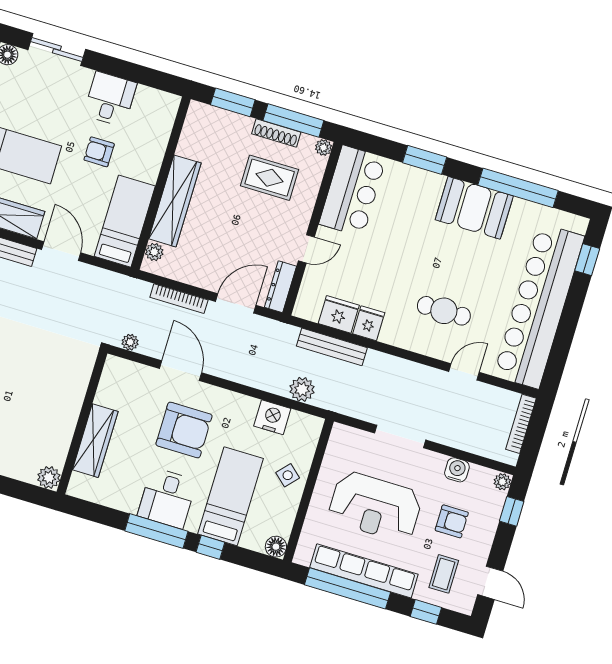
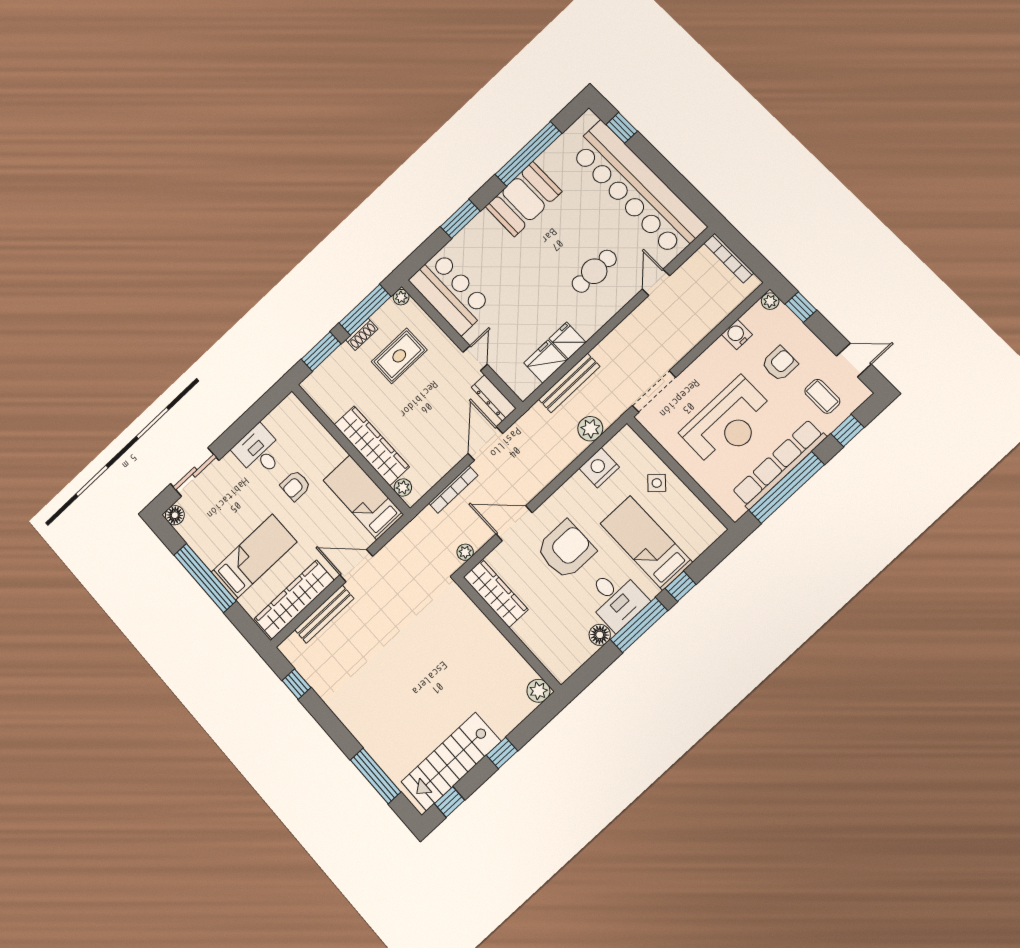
shoe rack: (276, 133) -> (362, 334), width x0.70
doorway: (400, 437) -> (654, 391), moved
wardrobe: (95, 441) -> (496, 593), moved
floor lamp: (276, 547) -> (600, 635), moved

